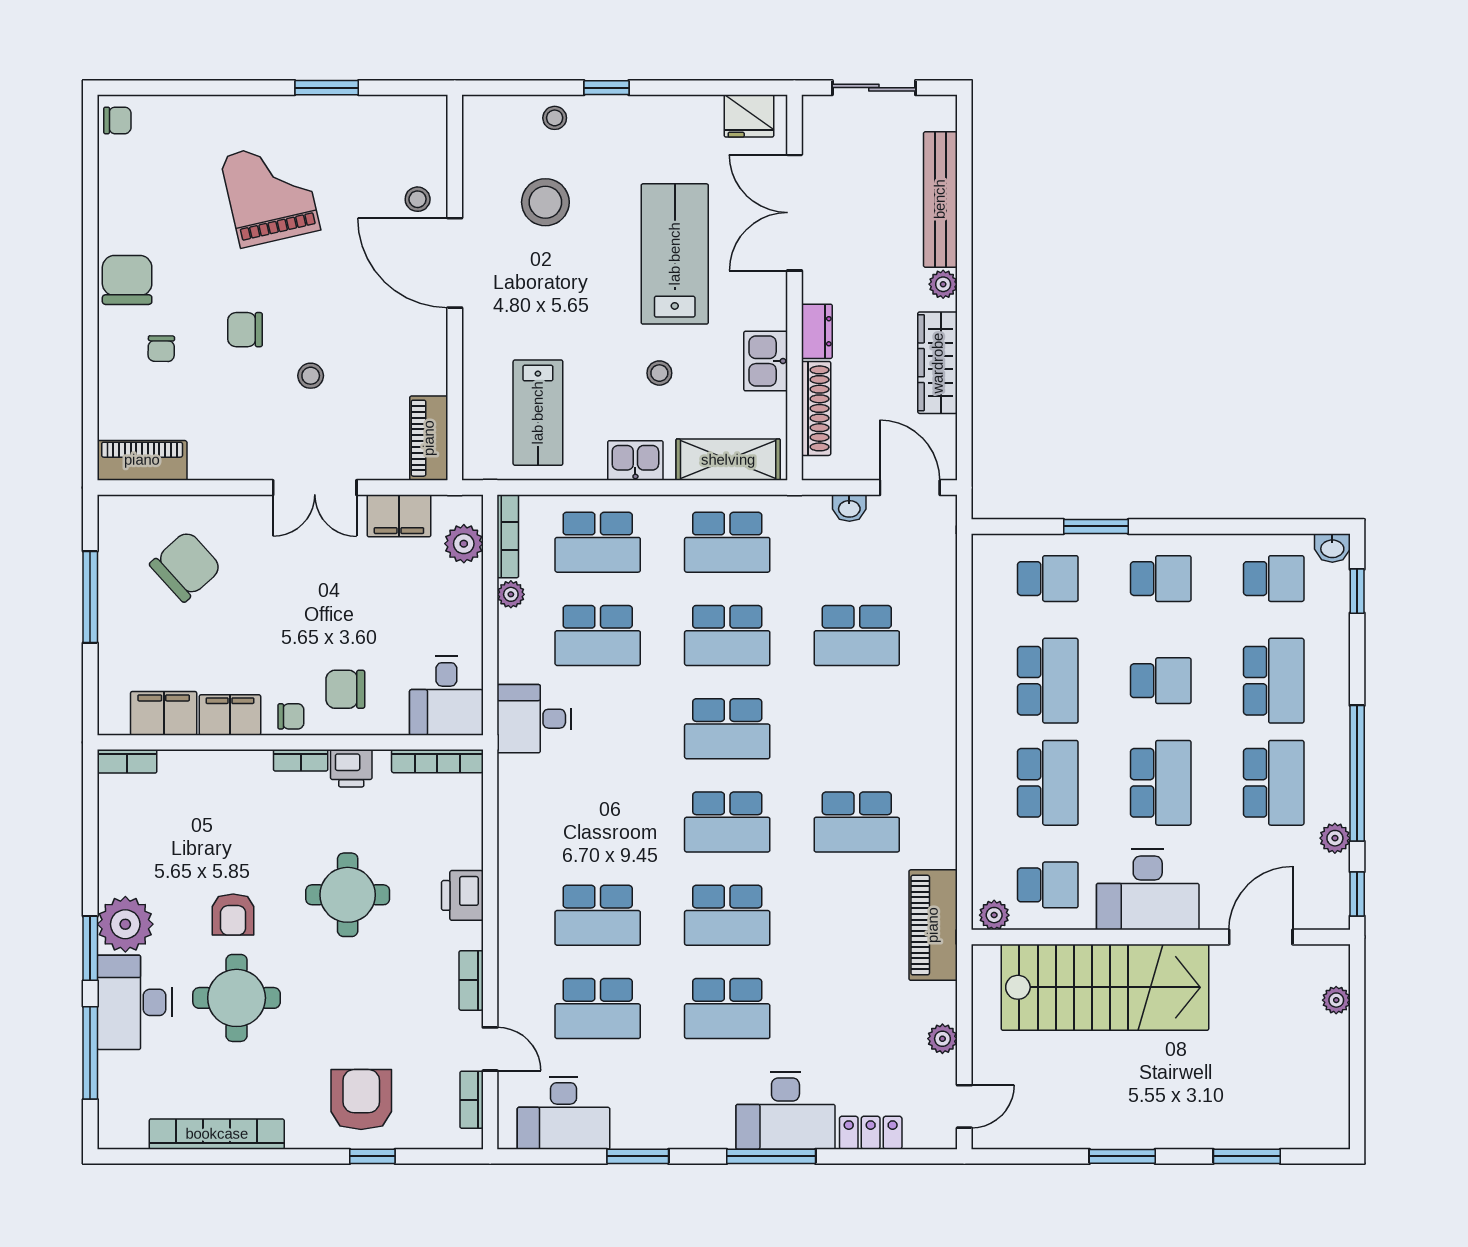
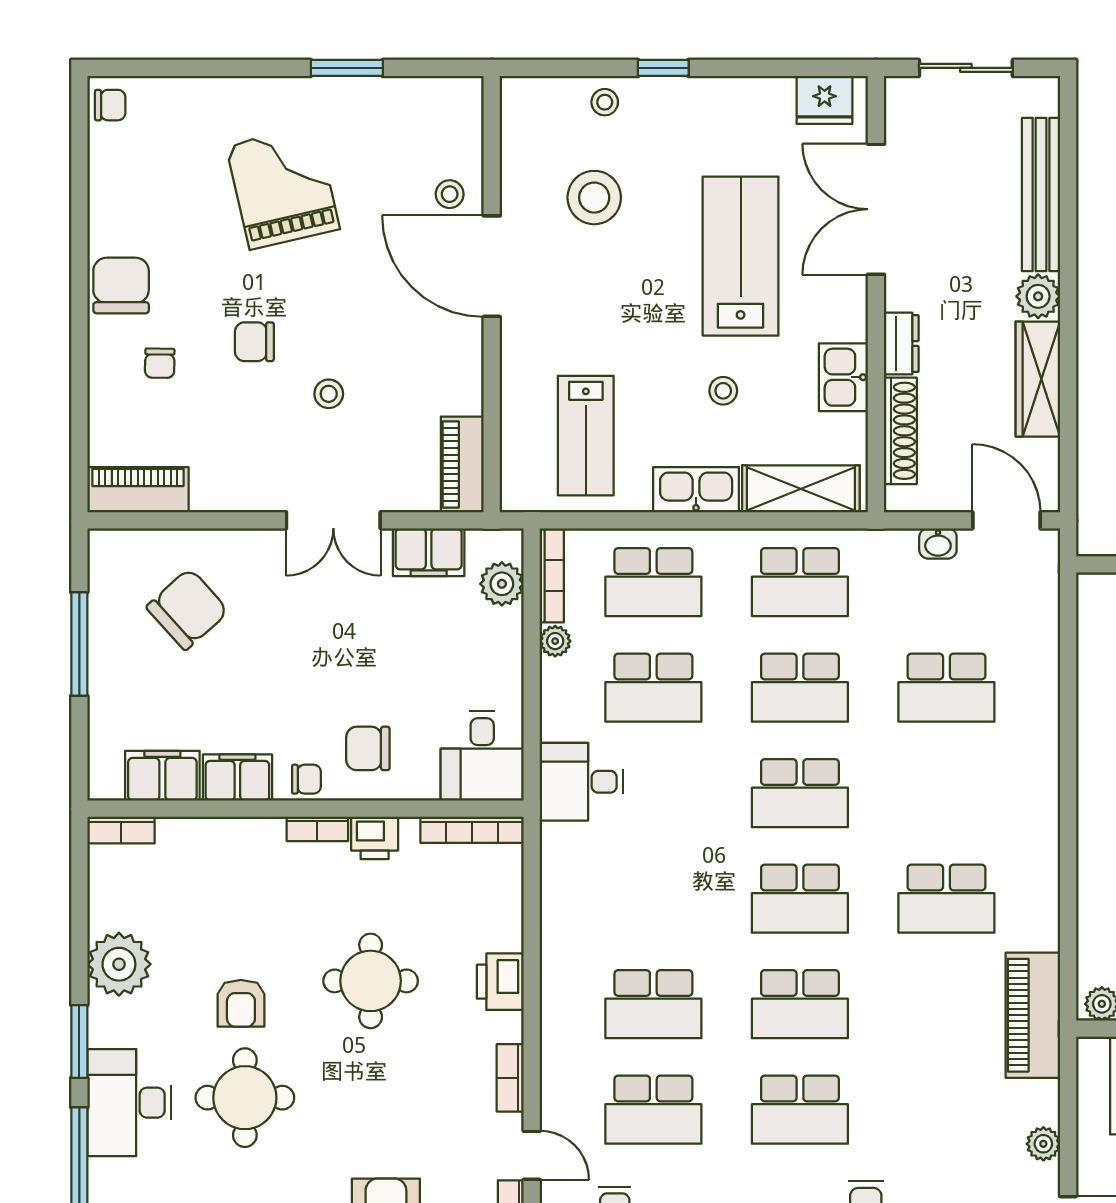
plant: (943, 284) -> (1038, 296), width x1.38, depth x1.38
kitchen sink: (635, 461) -> (696, 490), width x1.38
plant: (125, 924) -> (119, 964), moved

